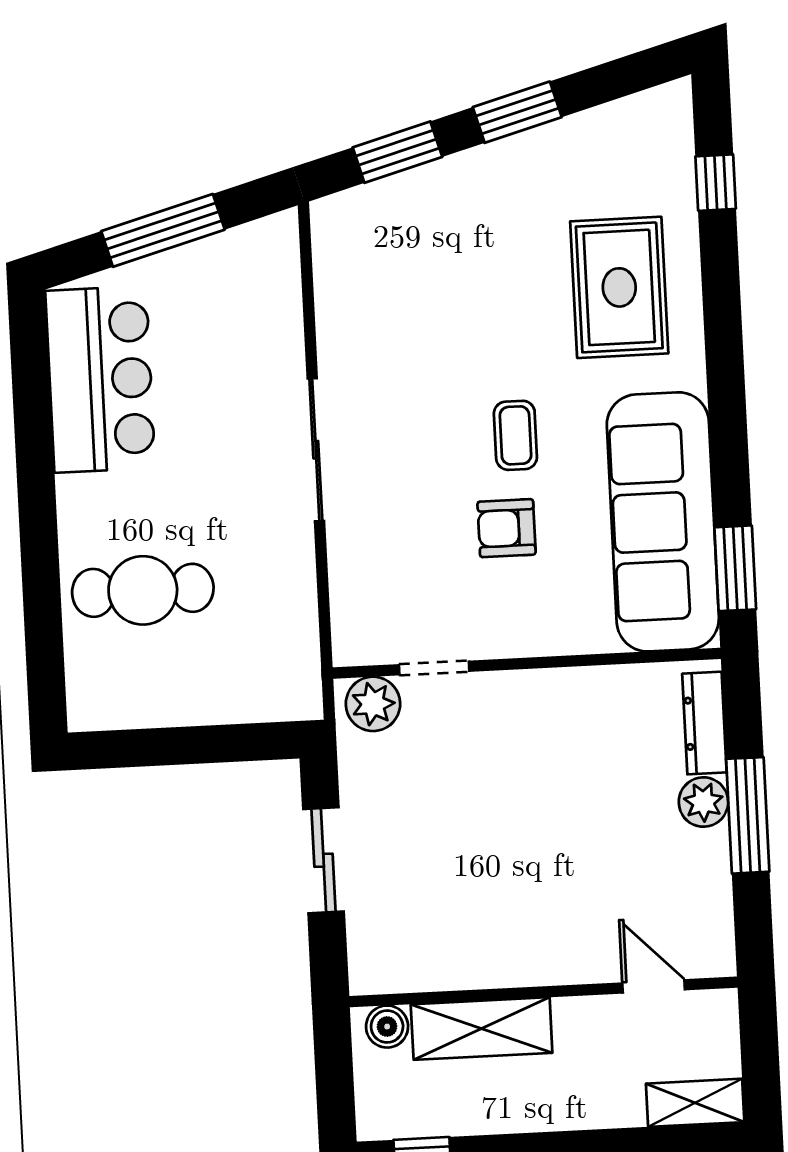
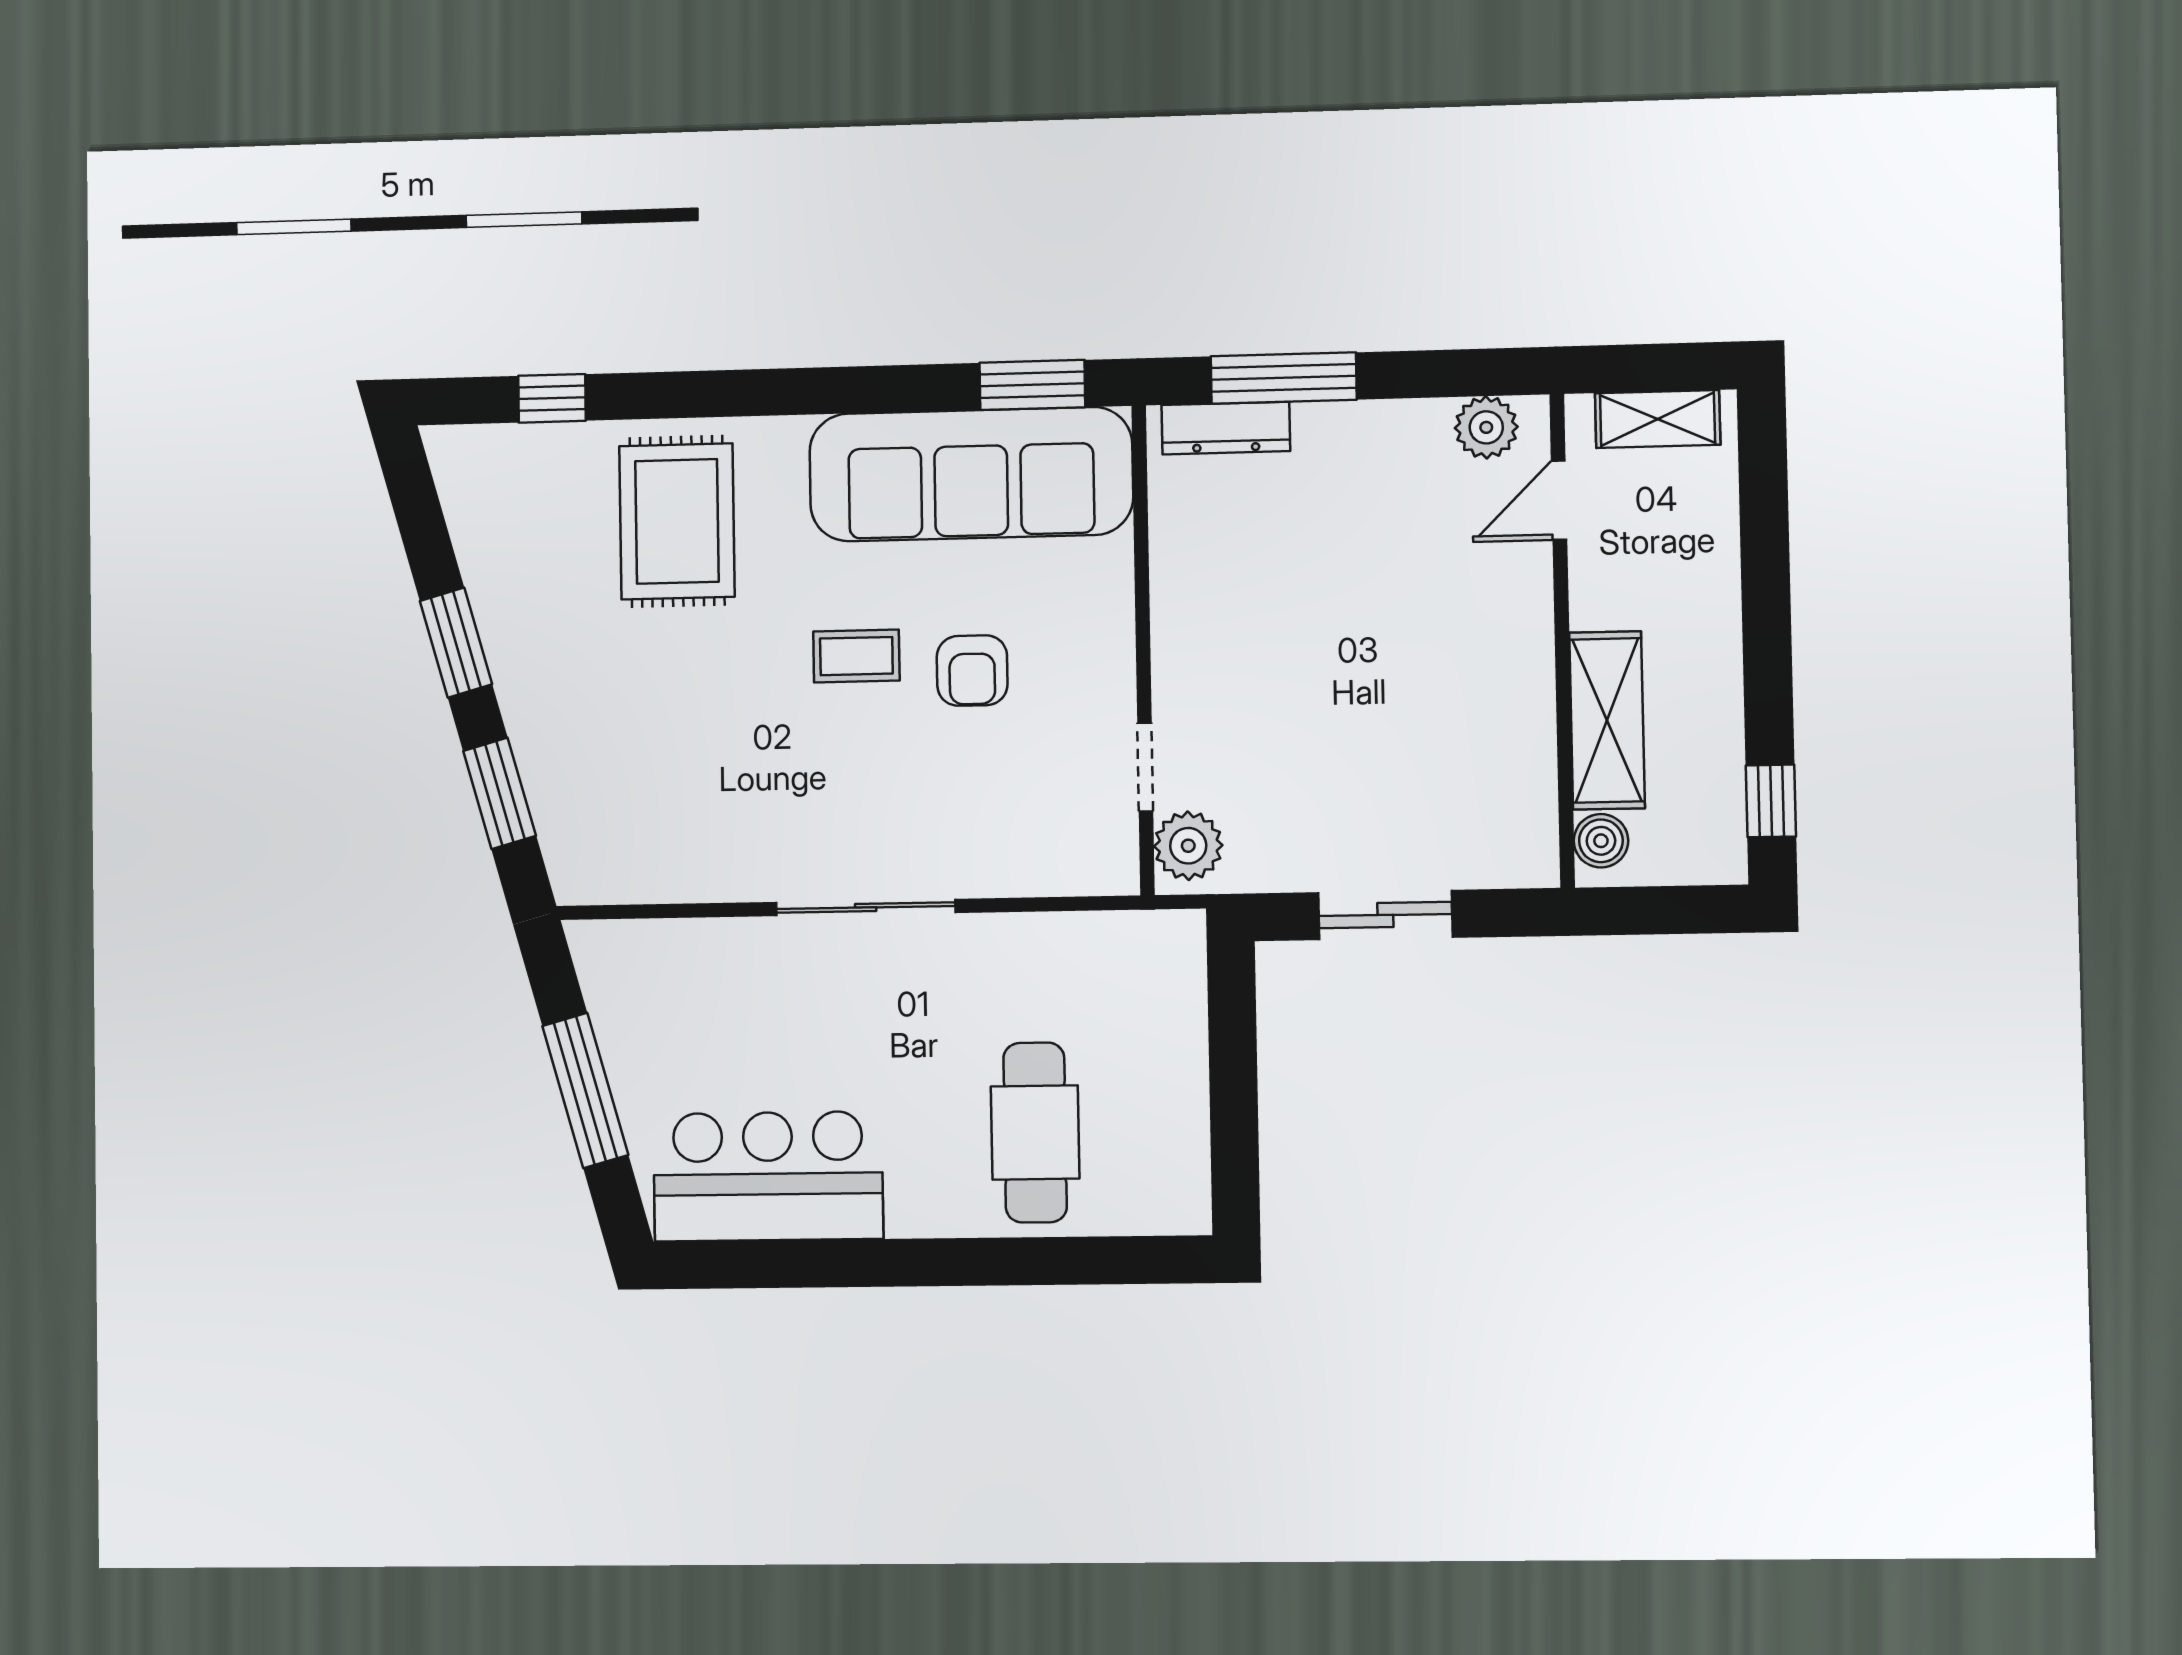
rug: (619, 287) -> (677, 521), turned 90
plant: (703, 802) -> (1486, 427), moved
window: (748, 815) -> (1284, 378), moved
shelving: (695, 1103) -> (1658, 419), moved, turned 90

